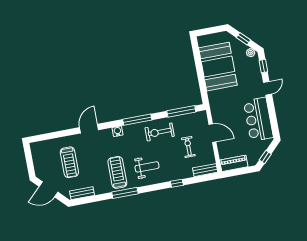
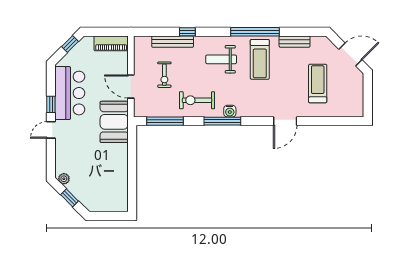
window: (263, 66) -> (51, 104), moved
booth: (218, 67) -> (114, 122), moved, width x0.73, depth x0.70
water cooler: (118, 131) -> (230, 111), moved
exercise bike: (160, 132) -> (197, 100), turned 180
bench: (205, 170) -> (173, 42), moved, width x1.36
bench: (82, 193) -> (295, 42), moved
window: (125, 193) -> (255, 32), width x1.46

